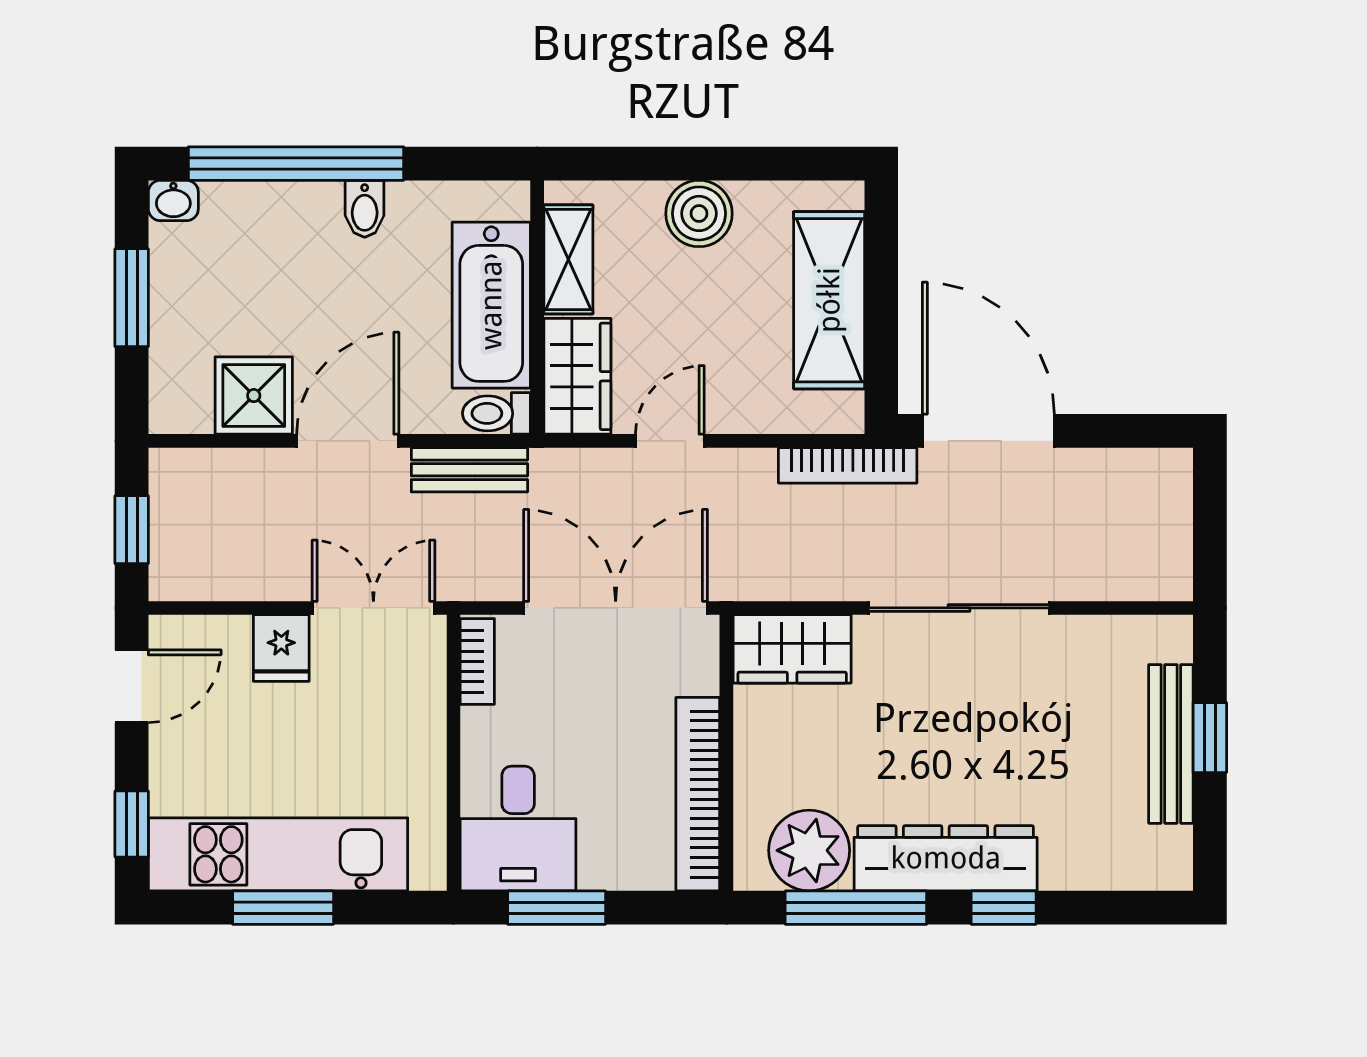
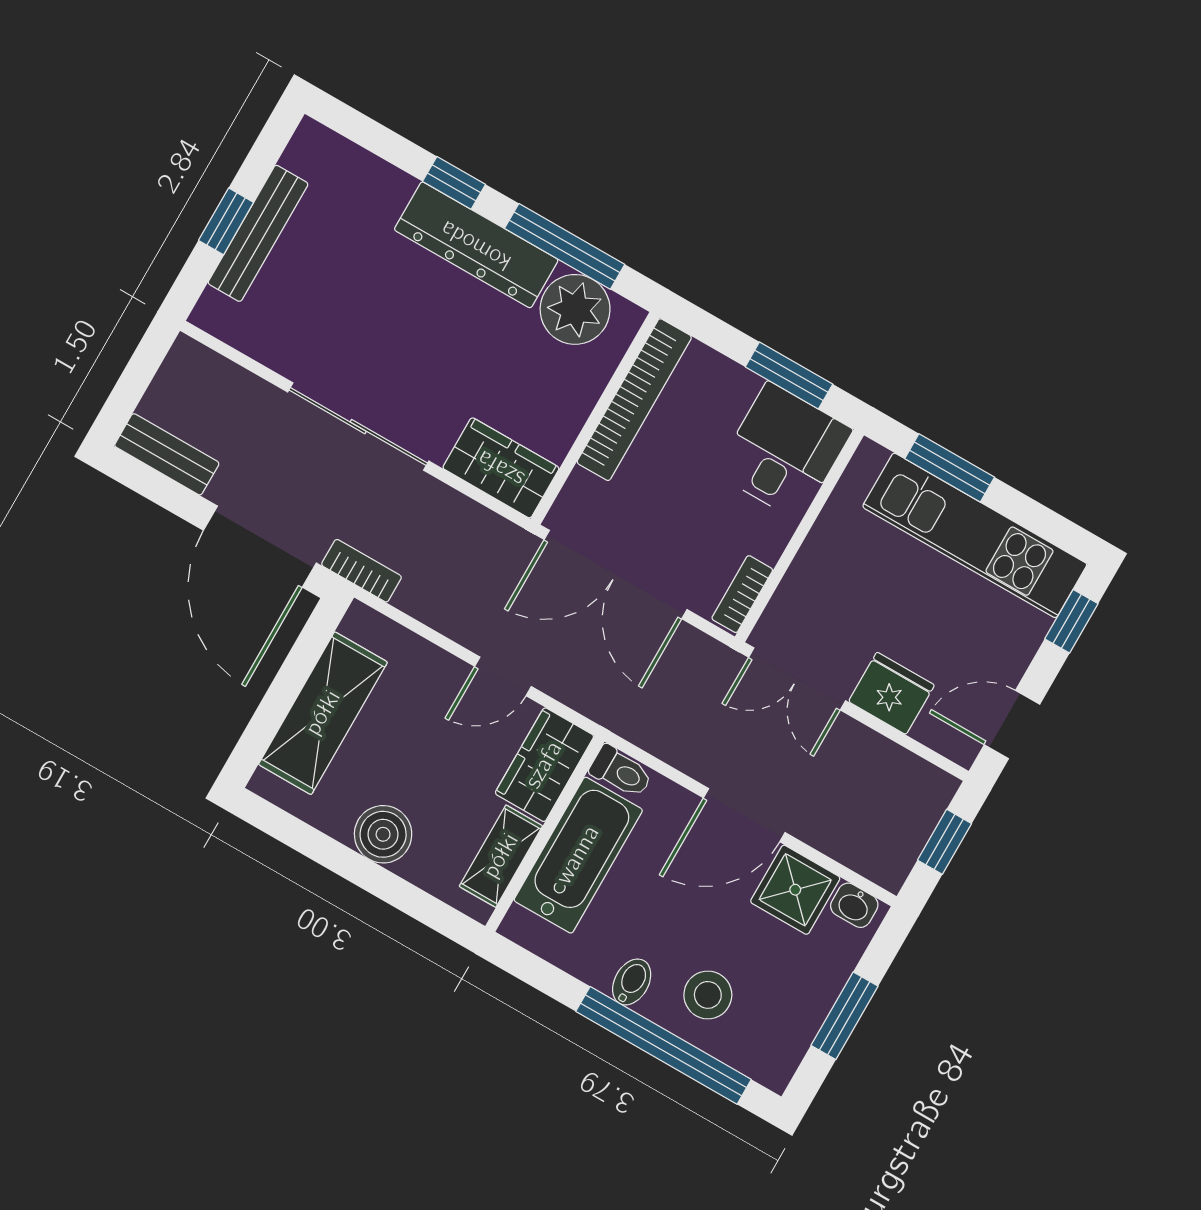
washbasin: (173, 201) -> (854, 905), moved, turned 180
stool: (281, 240) -> (708, 995), added
bookcase: (848, 465) -> (361, 571), width x0.64
bench: (469, 470) -> (167, 454), moved
fridge: (281, 648) -> (891, 693), width x1.38
window: (283, 908) -> (950, 468), moved

